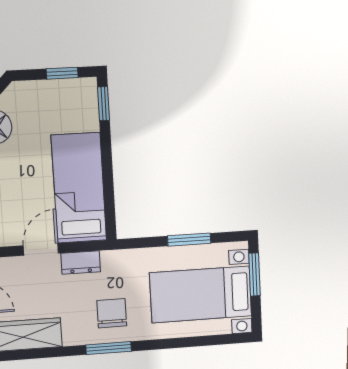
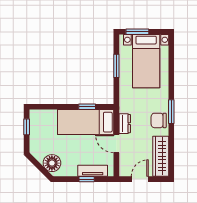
window: (104, 104) -> (87, 107), moved
chair: (112, 313) -> (159, 120), moved

